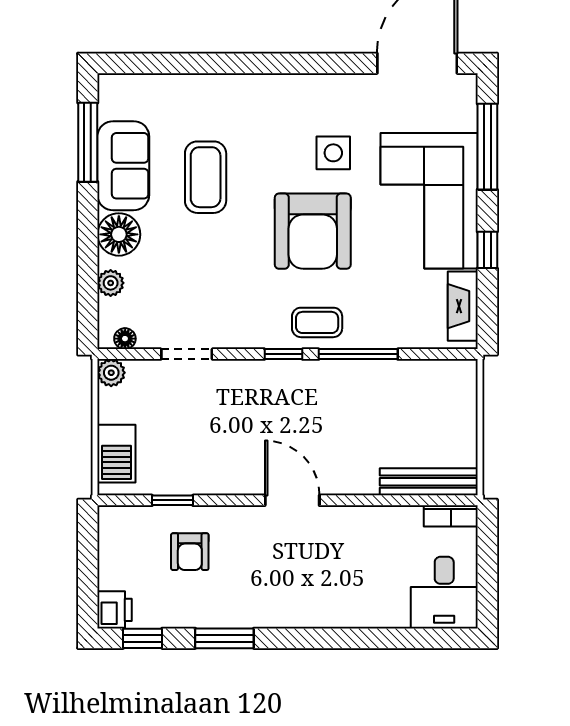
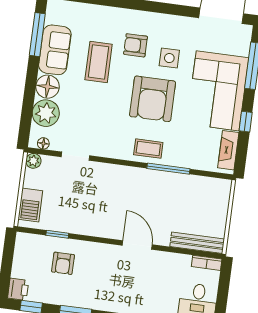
armchair: (269, 138) -> (136, 45), added
plant: (111, 283) -> (46, 113), width x1.88, depth x1.88
window: (284, 354) -> (128, 163), removed
door: (292, 500) -> (137, 245), moved

